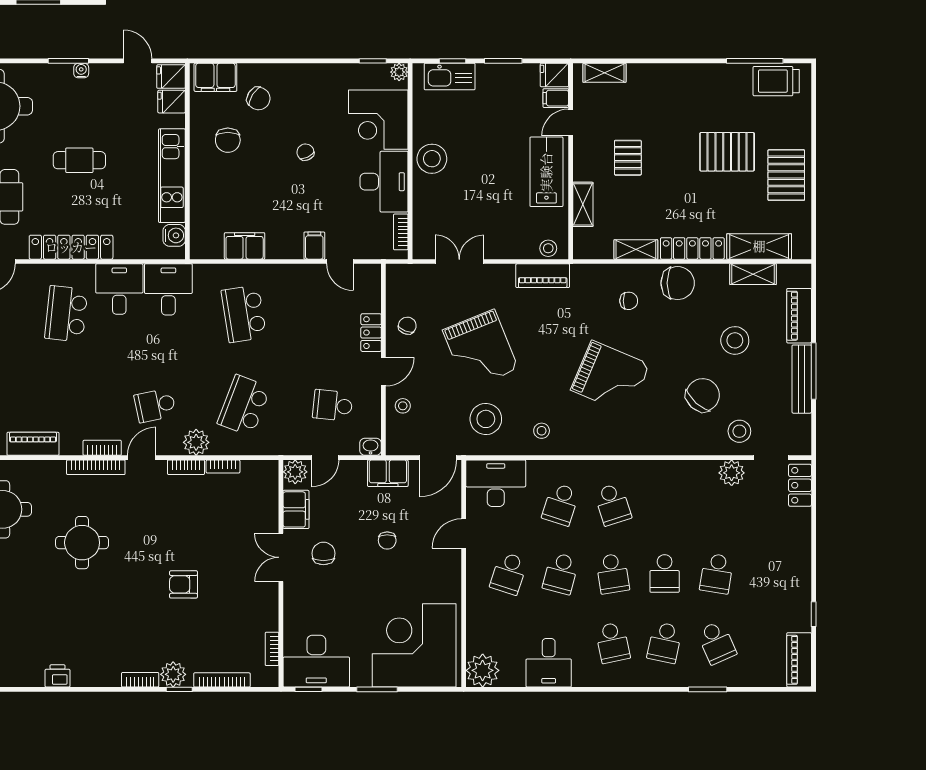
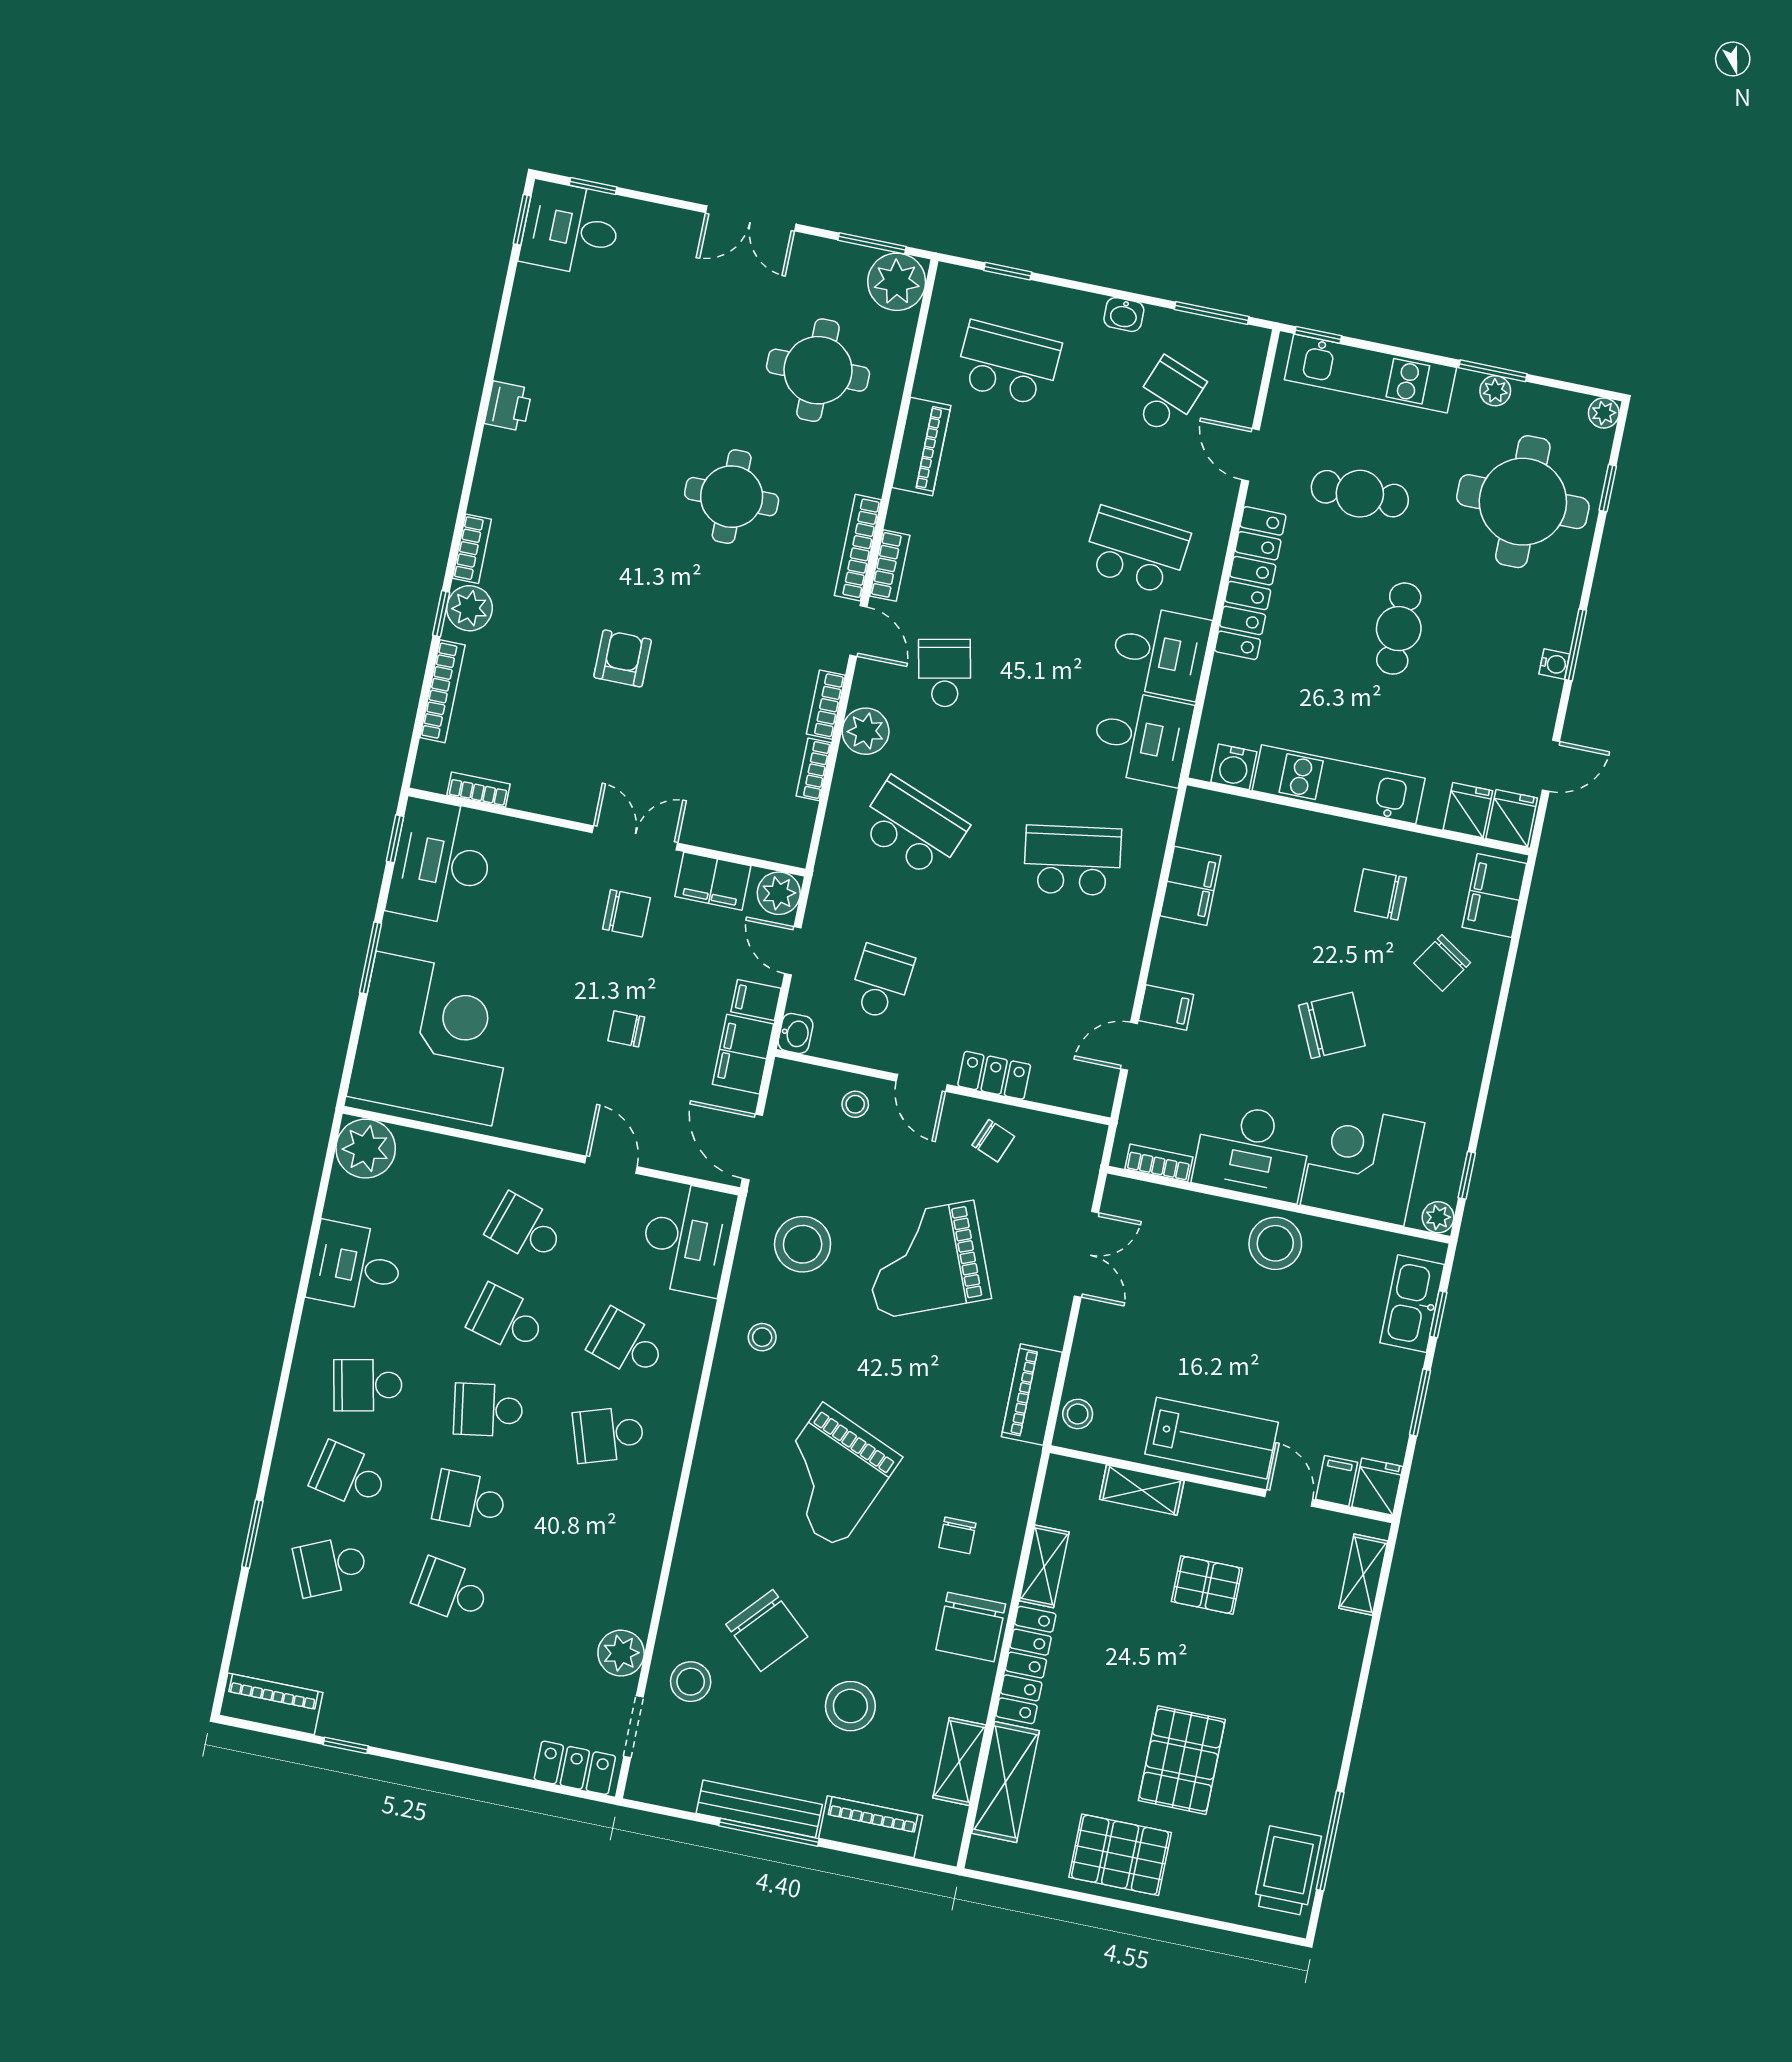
chair: (305, 152) -> (1332, 1025), width x1.87, depth x1.87
filing cabinet: (357, 472) -> (756, 1000), added

